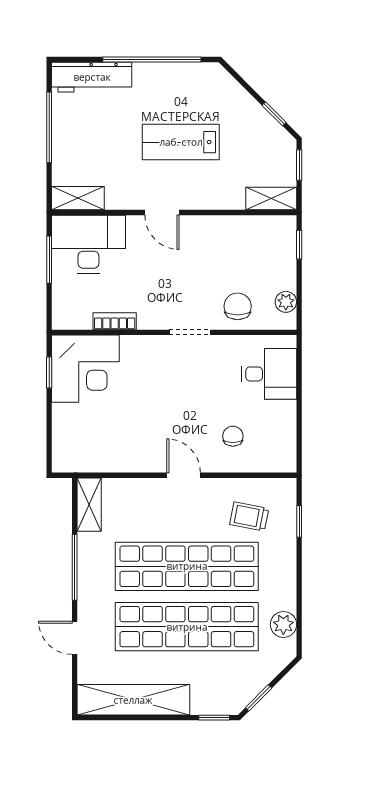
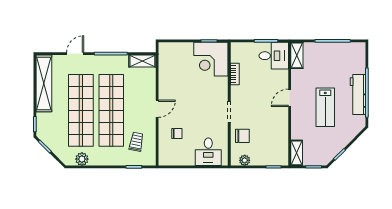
workbench: (92, 77) -> (358, 95), moved
lab bench: (181, 142) -> (325, 107), turned 180
desk: (88, 244) -> (274, 56), width x0.73

